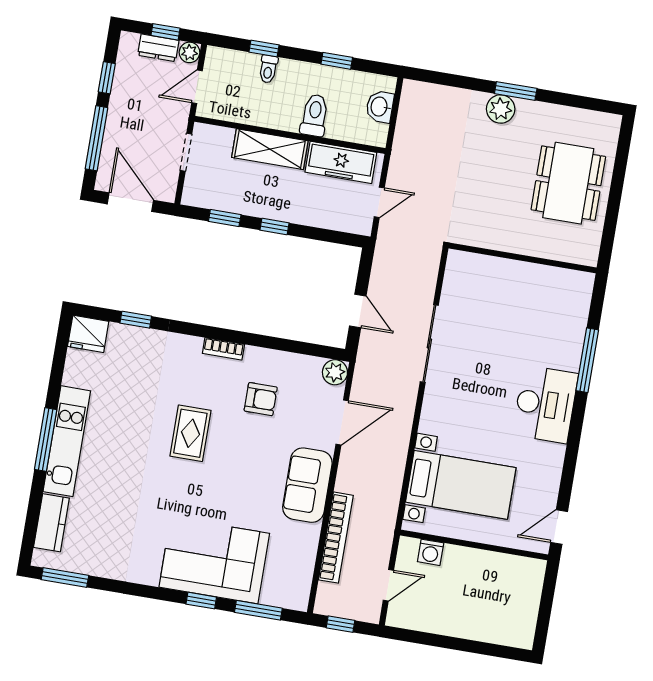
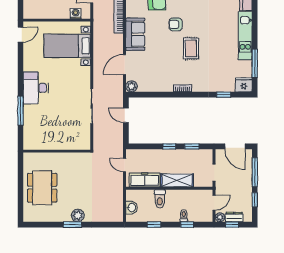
door: (379, 202) -> (125, 165), hinge flipped
armchair: (261, 399) -> (176, 24), moved
window: (46, 440) -> (255, 63), moved

